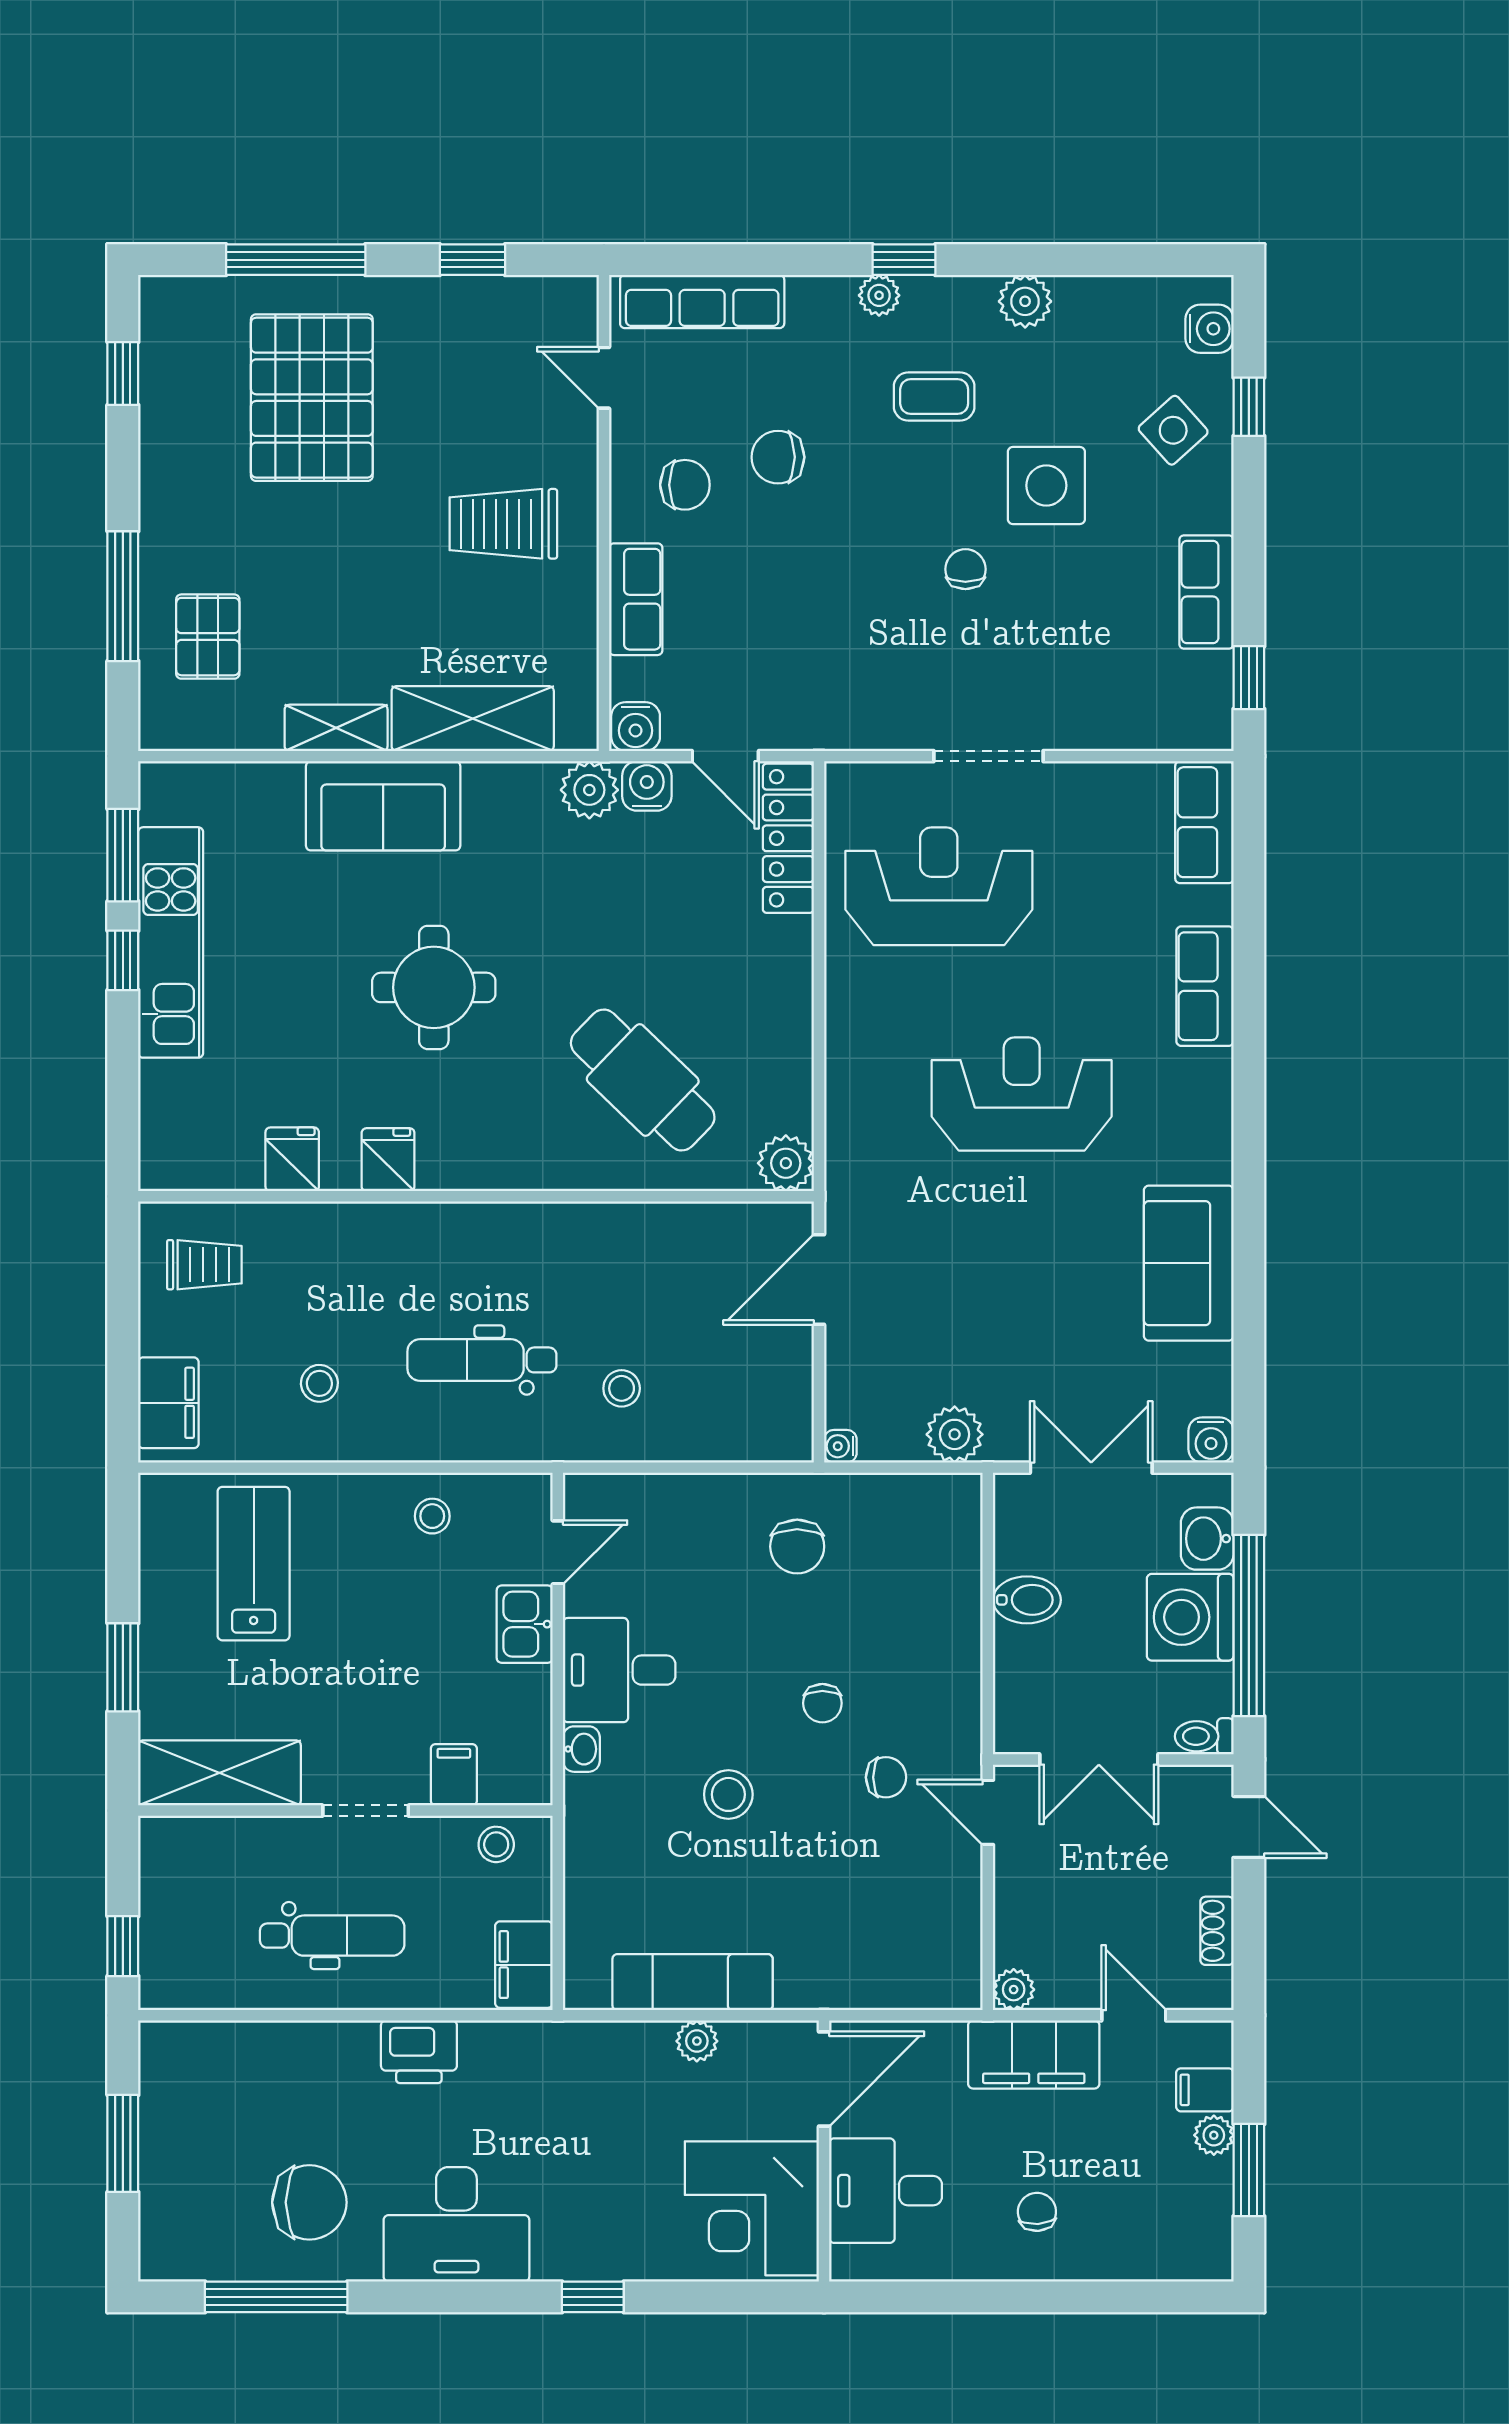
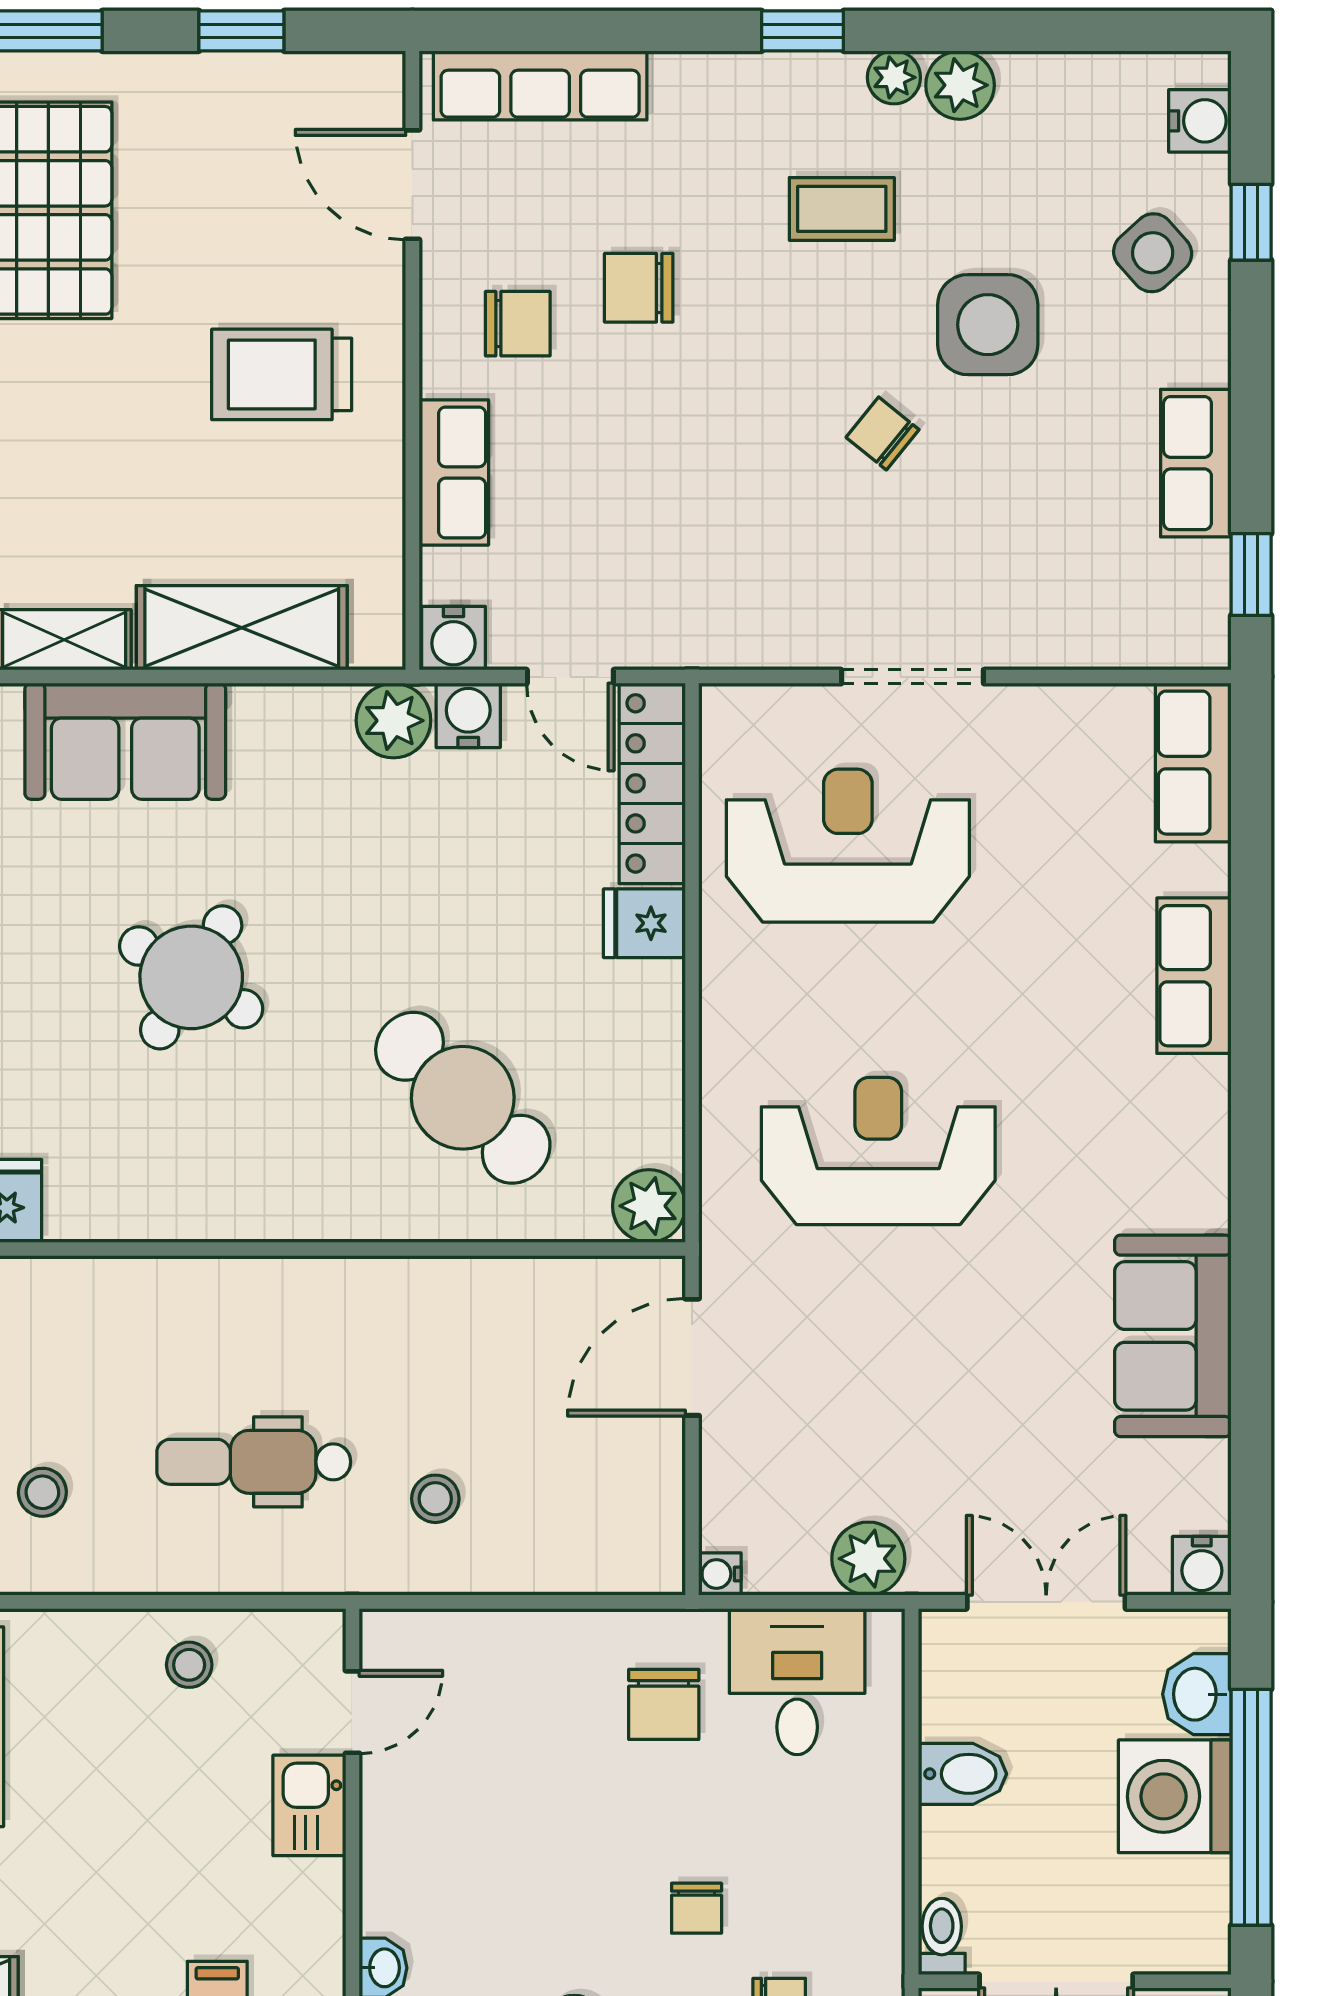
plant: (879, 295) -> (894, 77), moved
door: (604, 378) -> (412, 185), width x1.38
chair: (965, 569) -> (883, 433), turned -51
round table: (434, 987) -> (191, 977), turned 31
reception desk: (1022, 1094) -> (878, 1151), moved
fridge: (388, 1160) -> (644, 923), moved, turned -90
desk: (619, 1670) -> (797, 1682), moved, turned 90
toilet: (1204, 1736) -> (942, 1936), moved, turned 90

